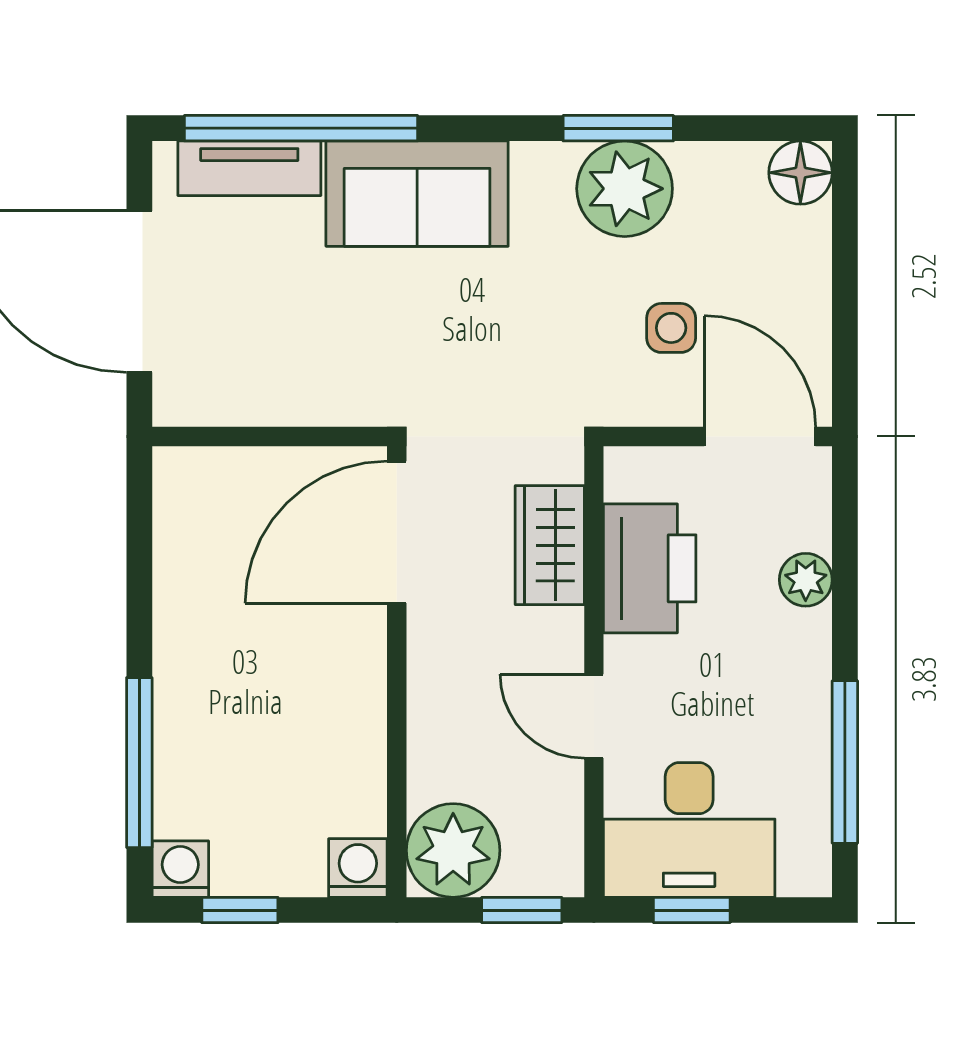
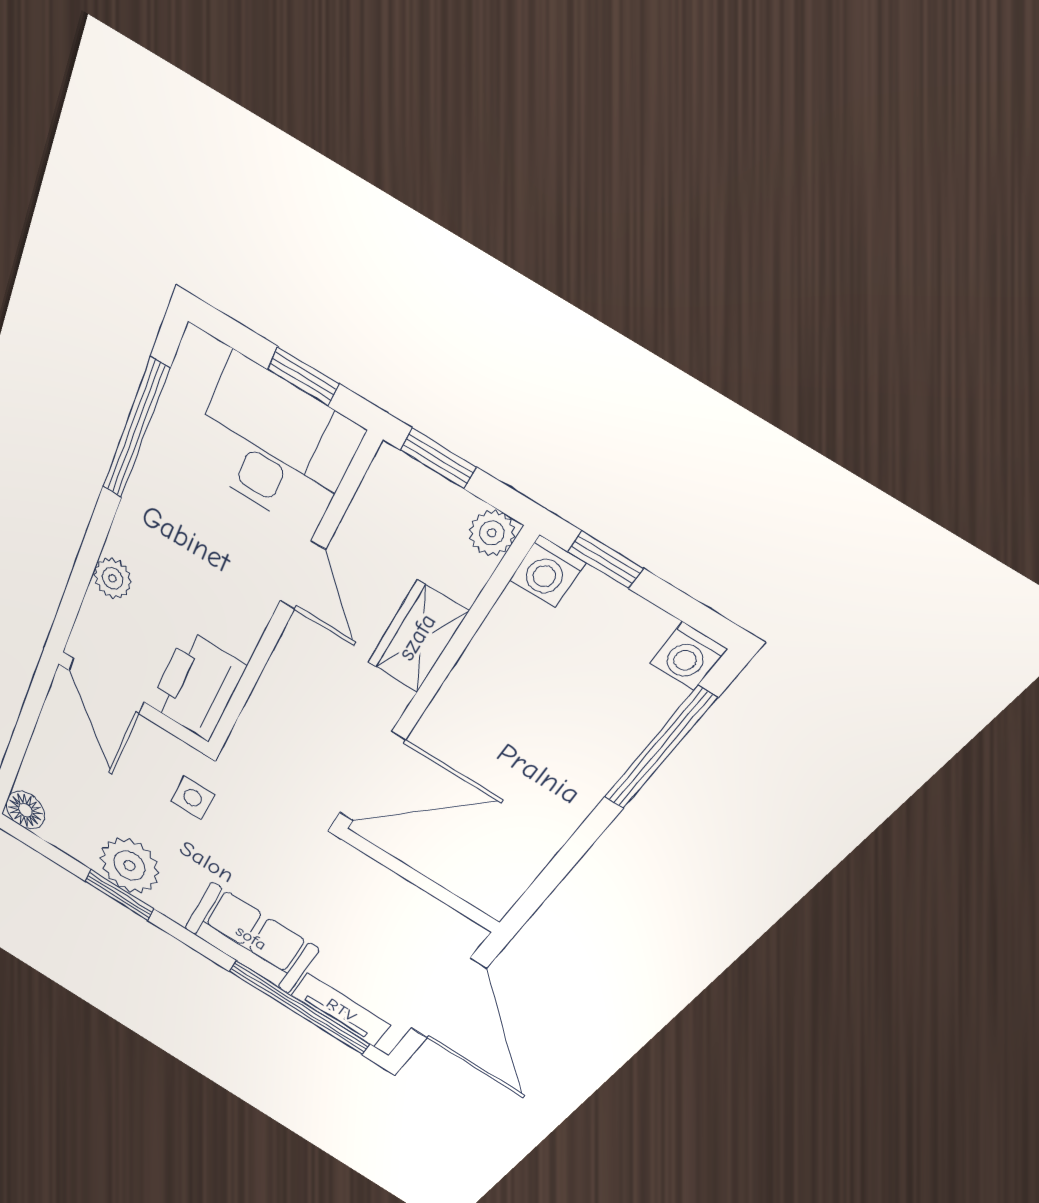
side table: (671, 328) -> (193, 798), moved
wardrobe: (550, 545) -> (417, 637), moved, turned 180
printer: (650, 568) -> (197, 686), moved
plant: (453, 850) -> (492, 533), width x0.53, depth x0.53
window: (240, 910) -> (605, 560), moved

